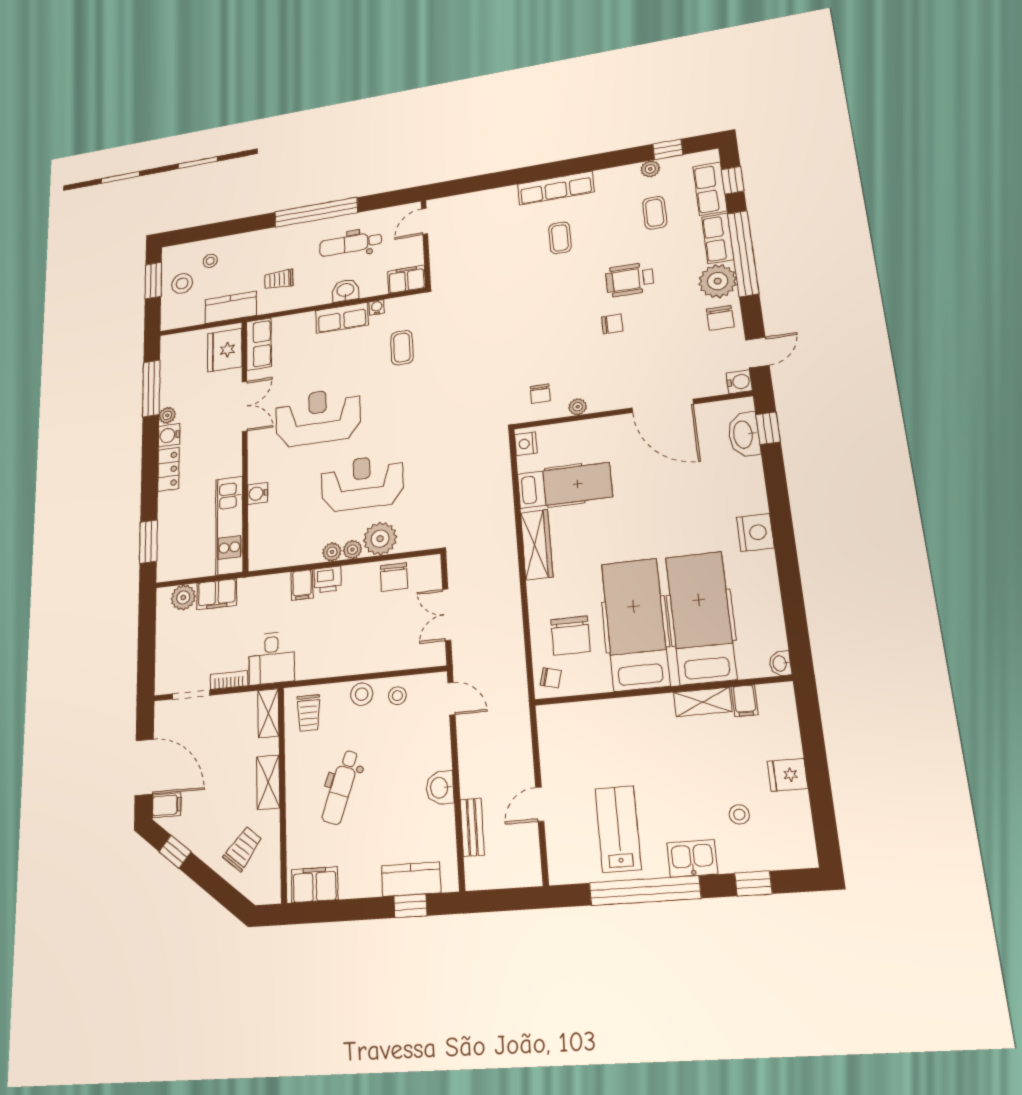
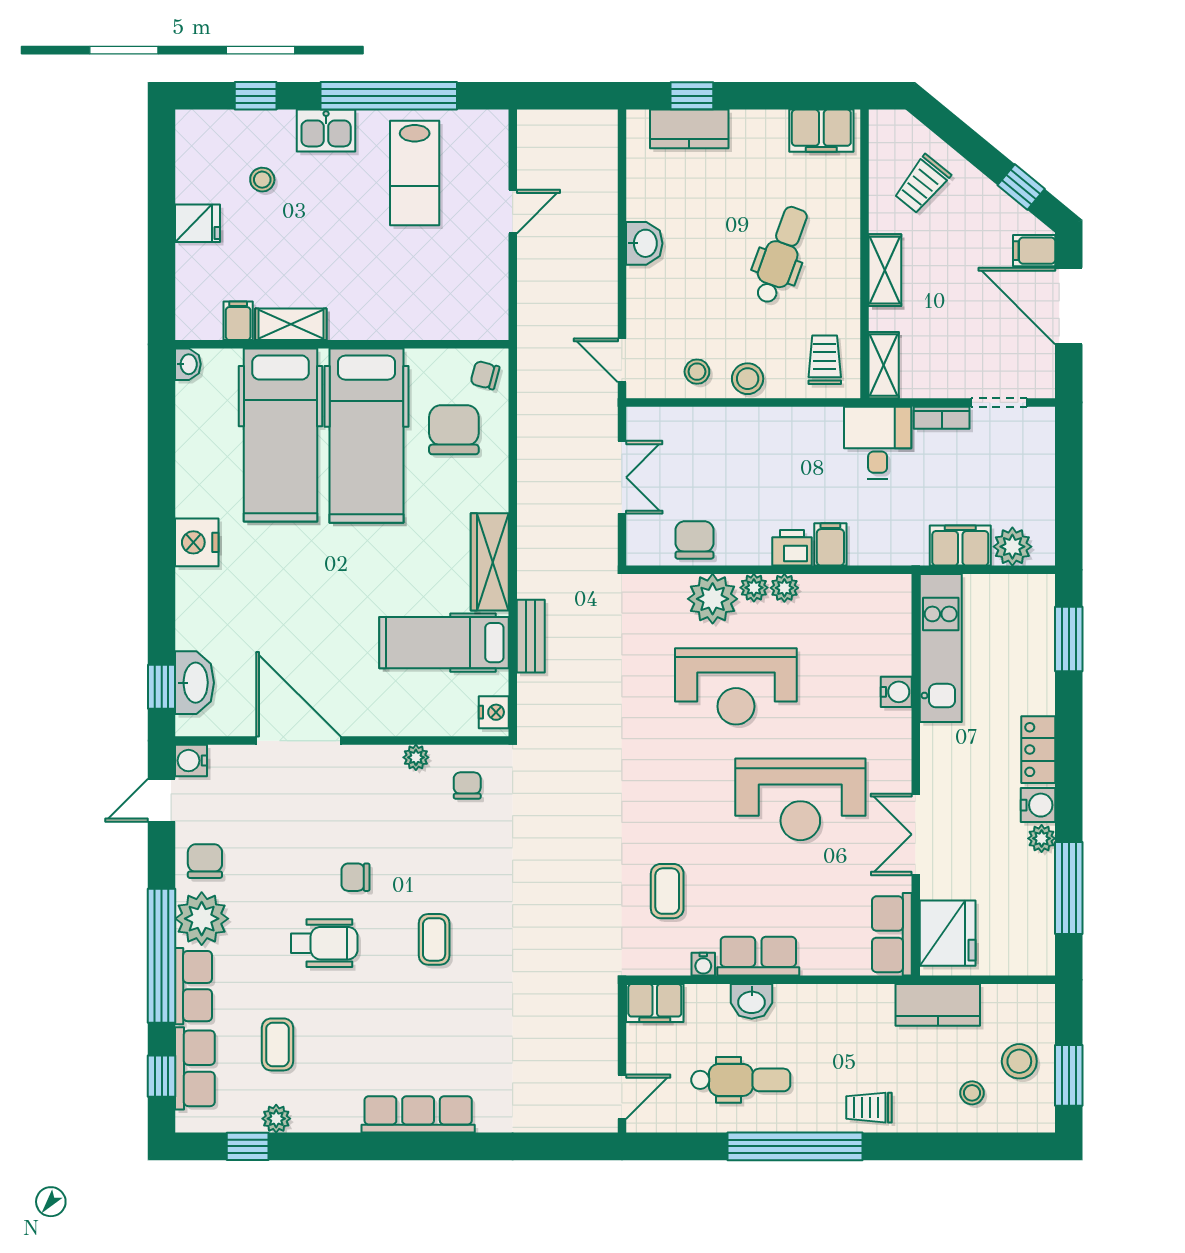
coffee table: (560, 238) -> (434, 939), moved
trolley: (279, 279) -> (869, 1108), moved, turned 180
bench: (472, 827) -> (531, 636), moved

